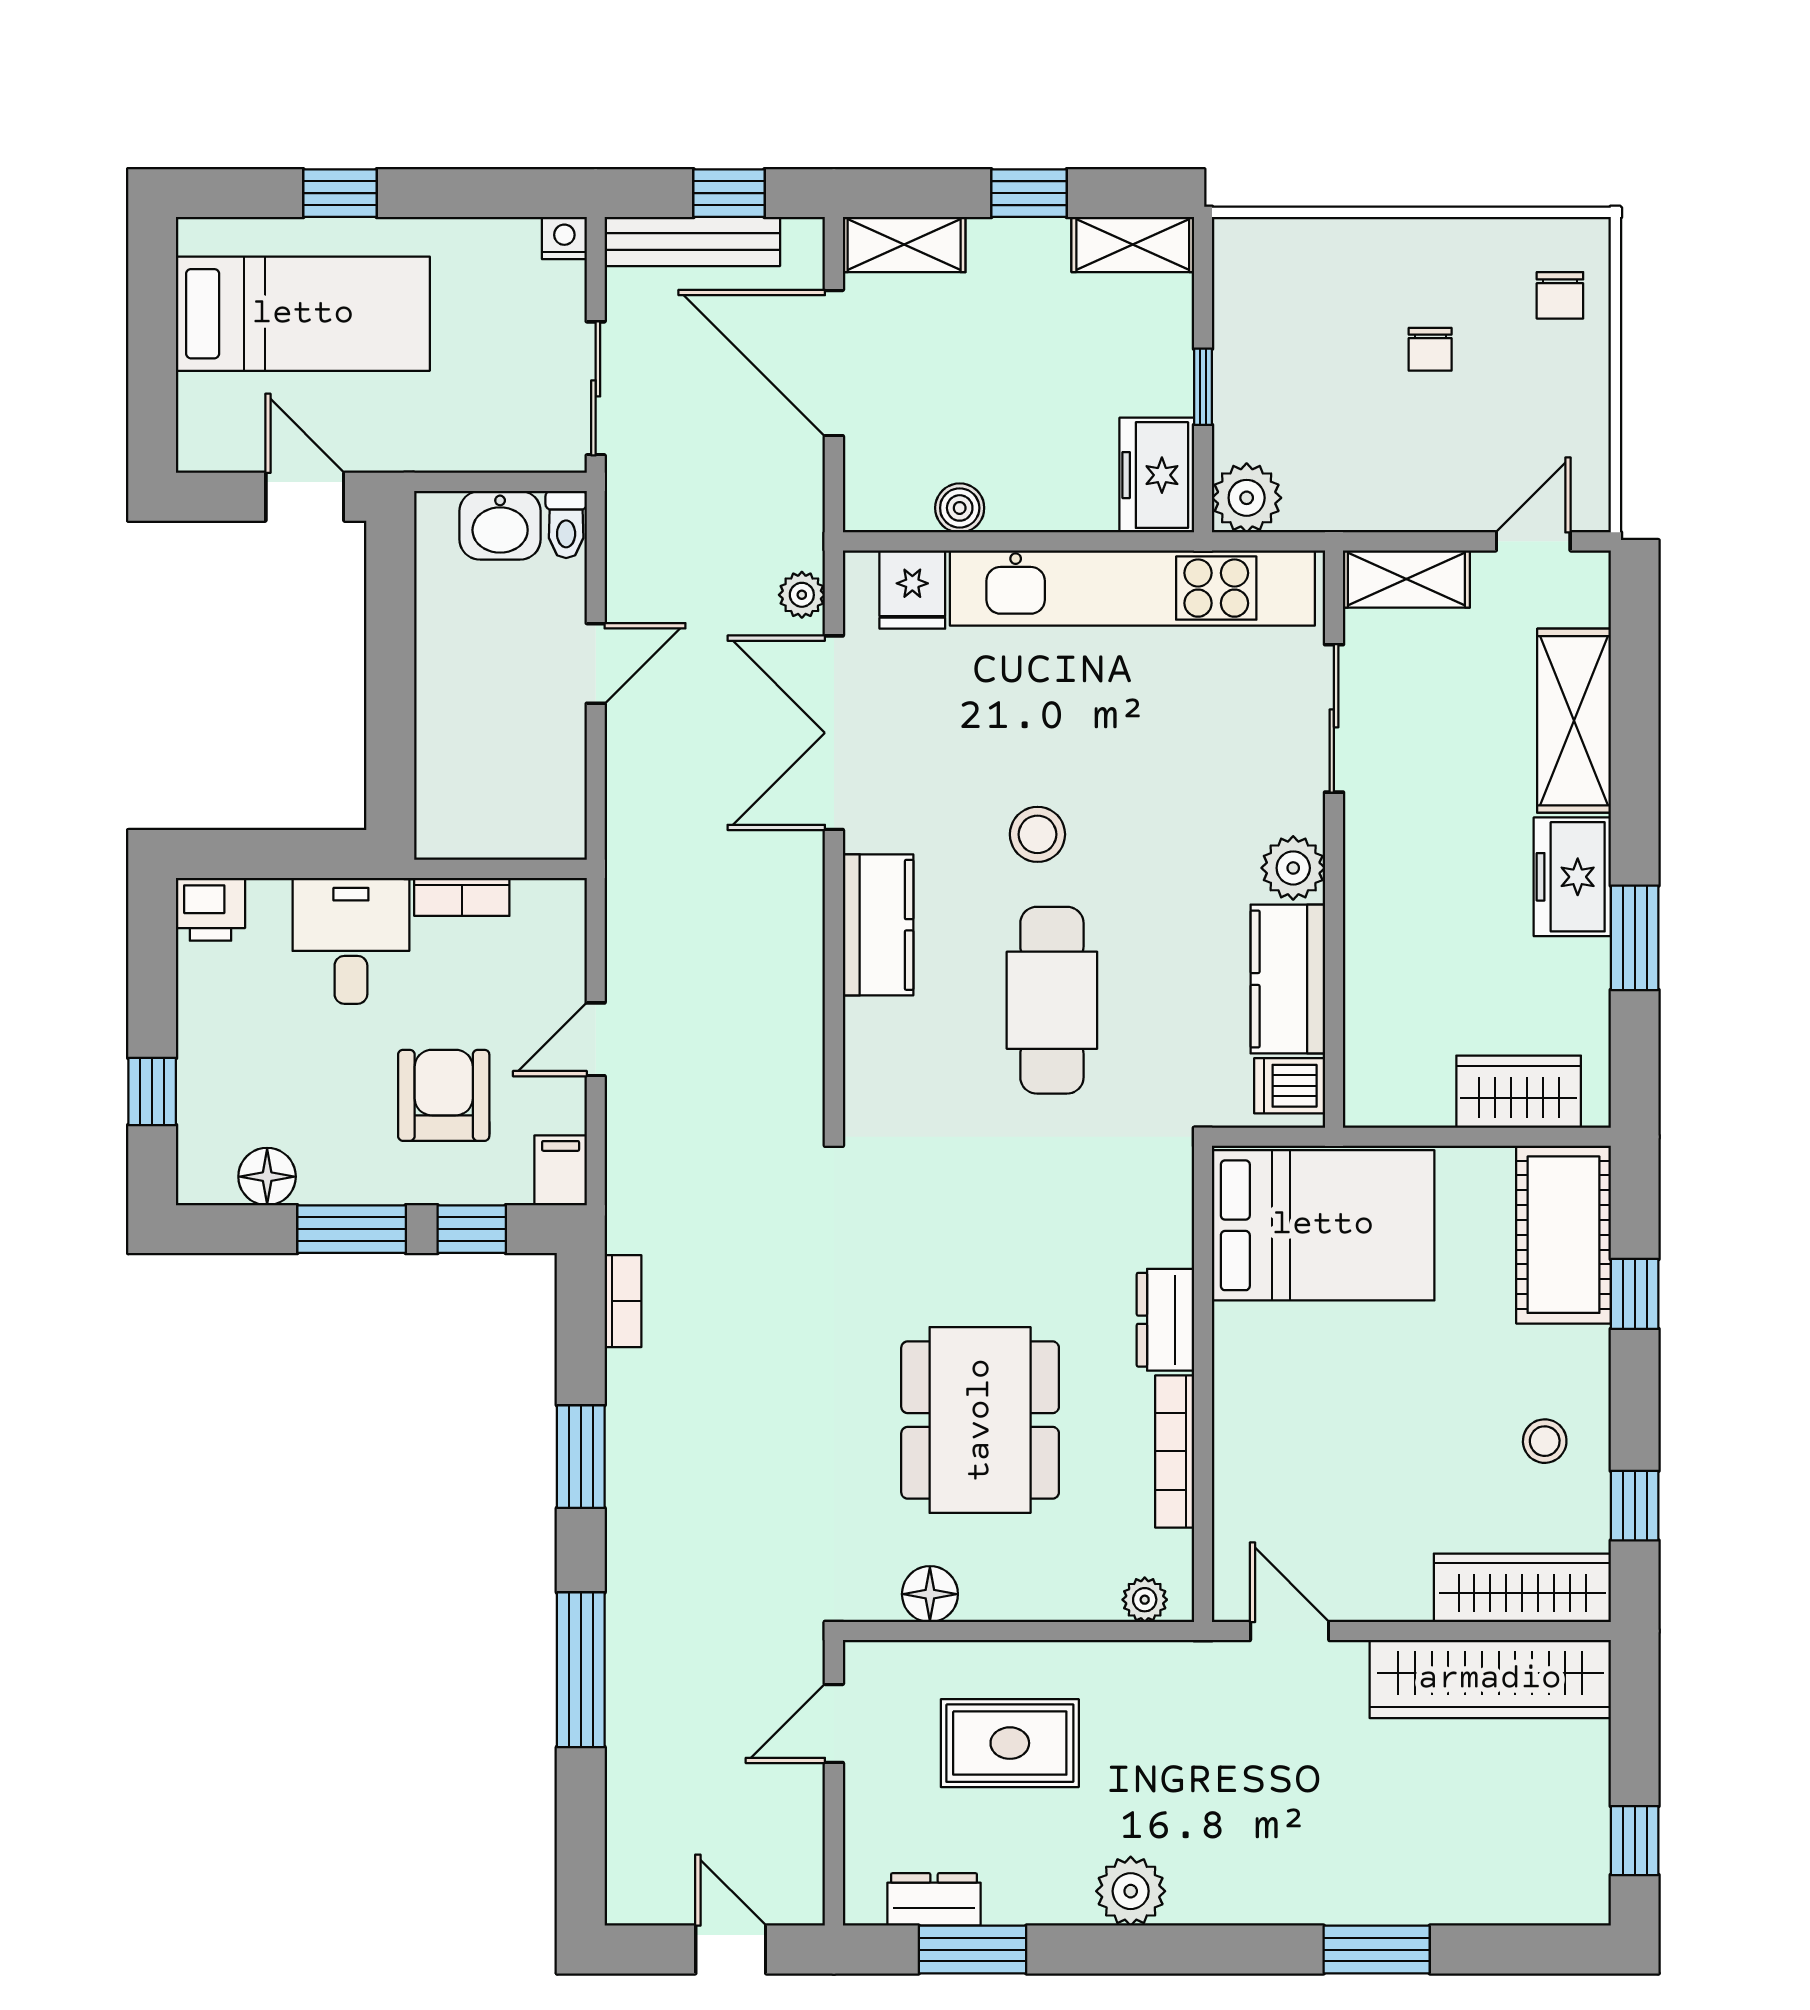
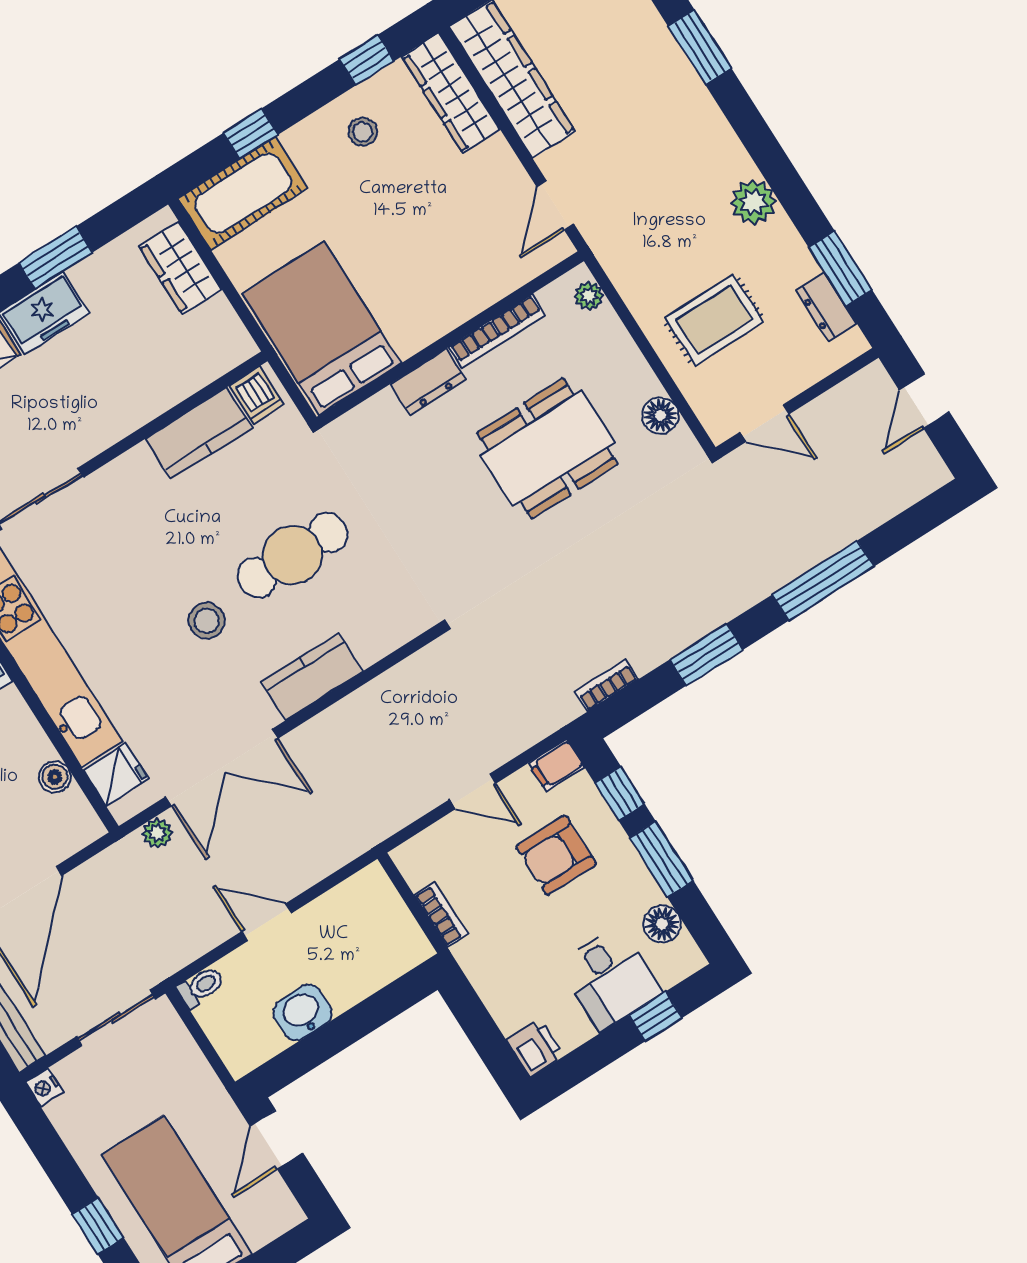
washbasin: (500, 525) -> (302, 1013), moved, turned -90
plant: (1293, 868) -> (136, 469), removed
desk: (351, 941) -> (610, 978), moved, turned -90
rug: (1010, 1743) -> (714, 320), turned 90

